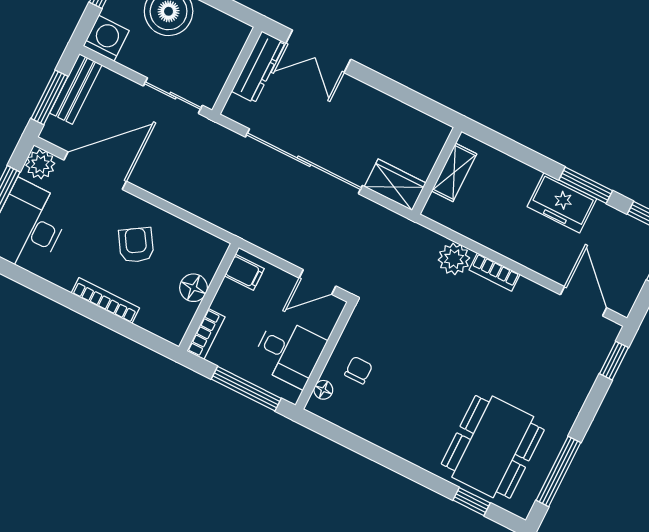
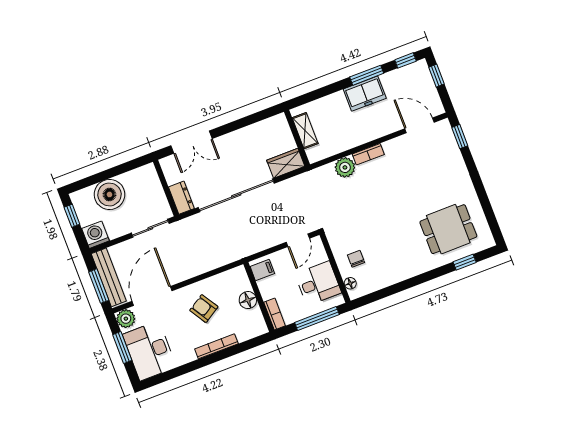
dresser: (258, 67) -> (181, 198), moved, width x0.70
bench: (76, 89) -> (109, 277), width x1.36
dining table: (493, 447) -> (448, 229), width x0.73
window: (558, 471) -> (488, 209), removed

